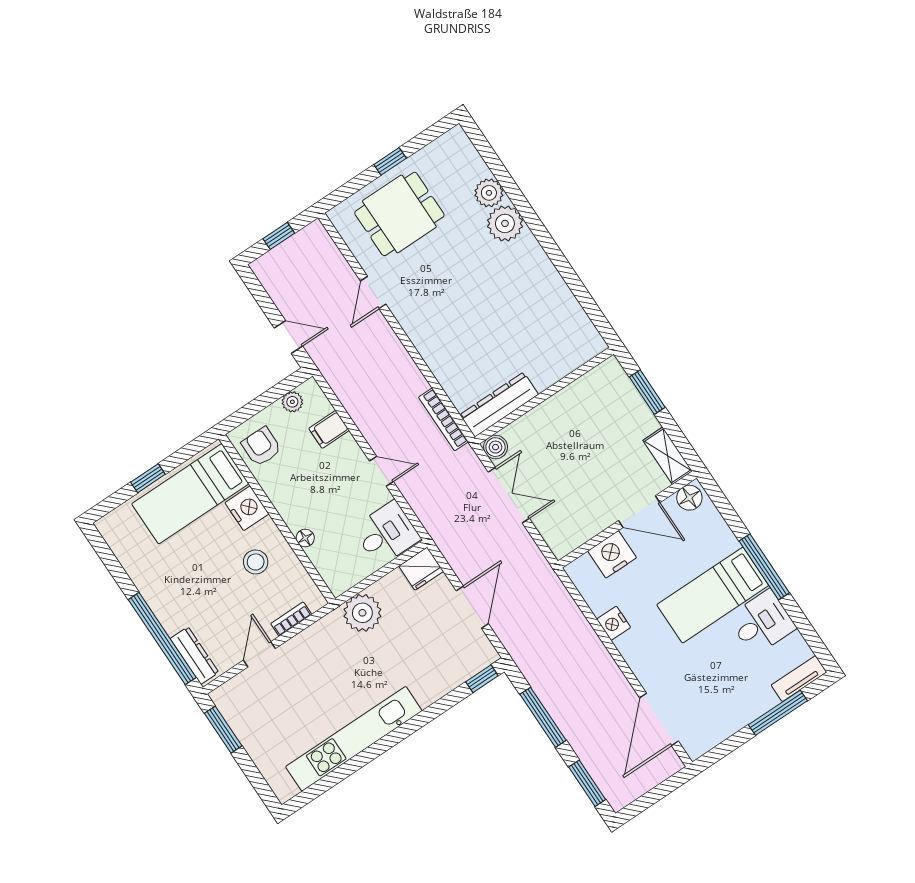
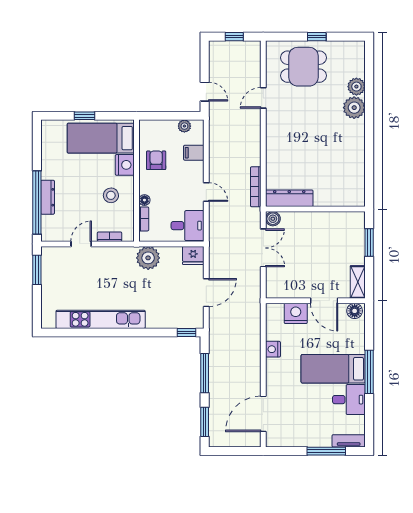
armchair: (261, 447) -> (156, 160), moved
bookcase: (321, 564) -> (144, 219), added
dresser: (194, 656) -> (48, 197), moved

